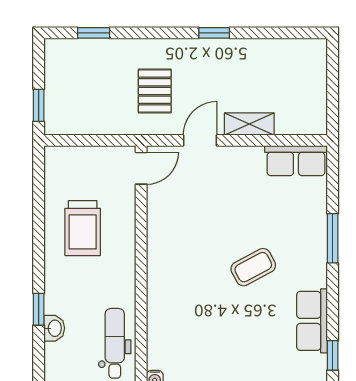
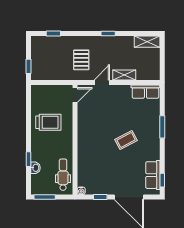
shelving: (299, 51) -> (147, 42), added
trolley: (83, 228) -> (48, 122), turned -90
row of seats: (312, 321) -> (153, 175), moved

